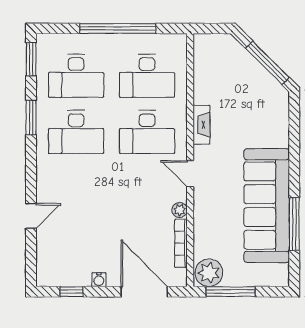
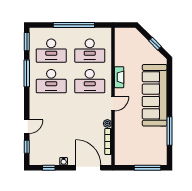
window: (267, 63) -> (155, 44), width x0.46
window: (31, 118) -> (27, 73), width x1.44
door: (190, 174) -> (113, 104), swing flipped
sofa: (267, 206) -> (155, 95), moved
window: (31, 253) -> (27, 147), added
plant: (209, 273) -> (123, 158), removed
window: (231, 292) -> (148, 168), moved

